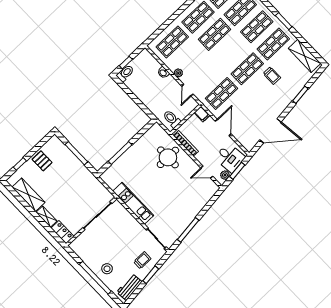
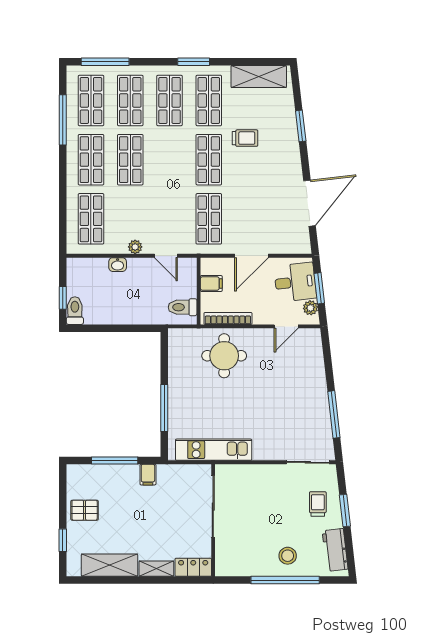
filing cabinet: (202, 114) -> (211, 284), moved
door: (223, 127) -> (251, 256), swing flipped
filing cabinet: (84, 174) -> (148, 475), added
kitchen unit: (133, 203) -> (214, 450), moved

